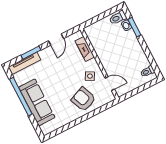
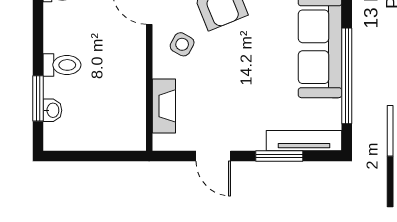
toilet: (118, 18) -> (62, 65), moved
door: (56, 40) -> (213, 156), swing flipped

